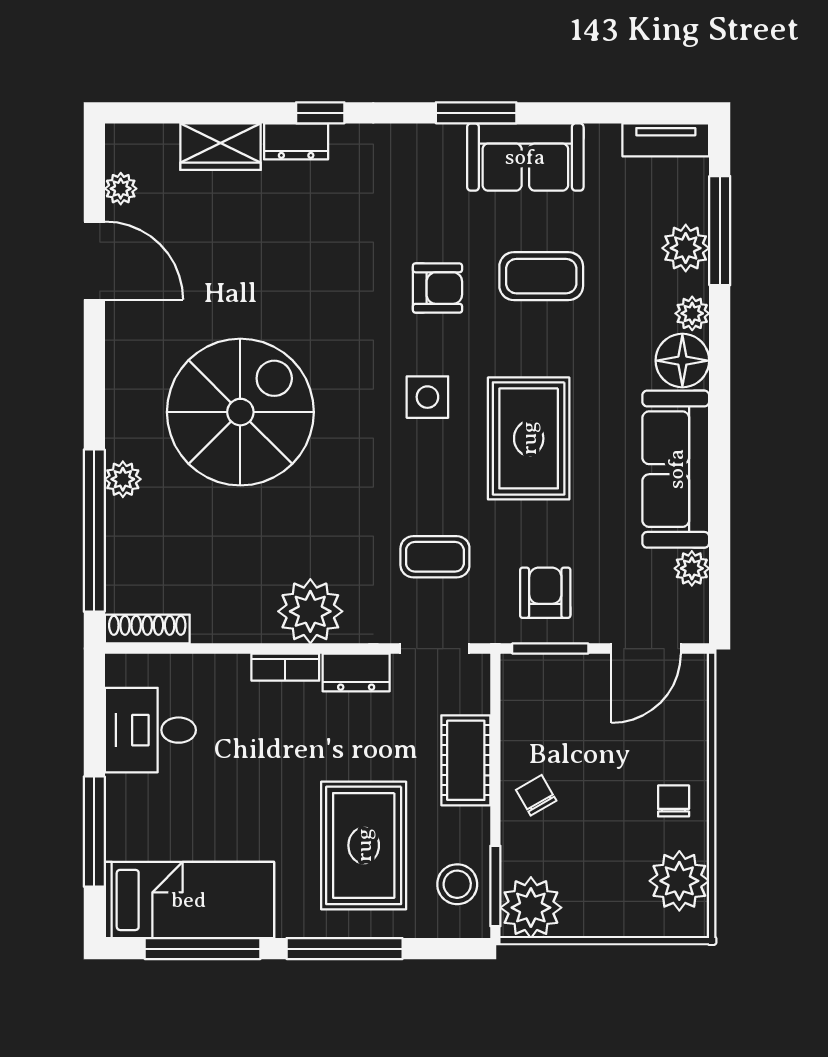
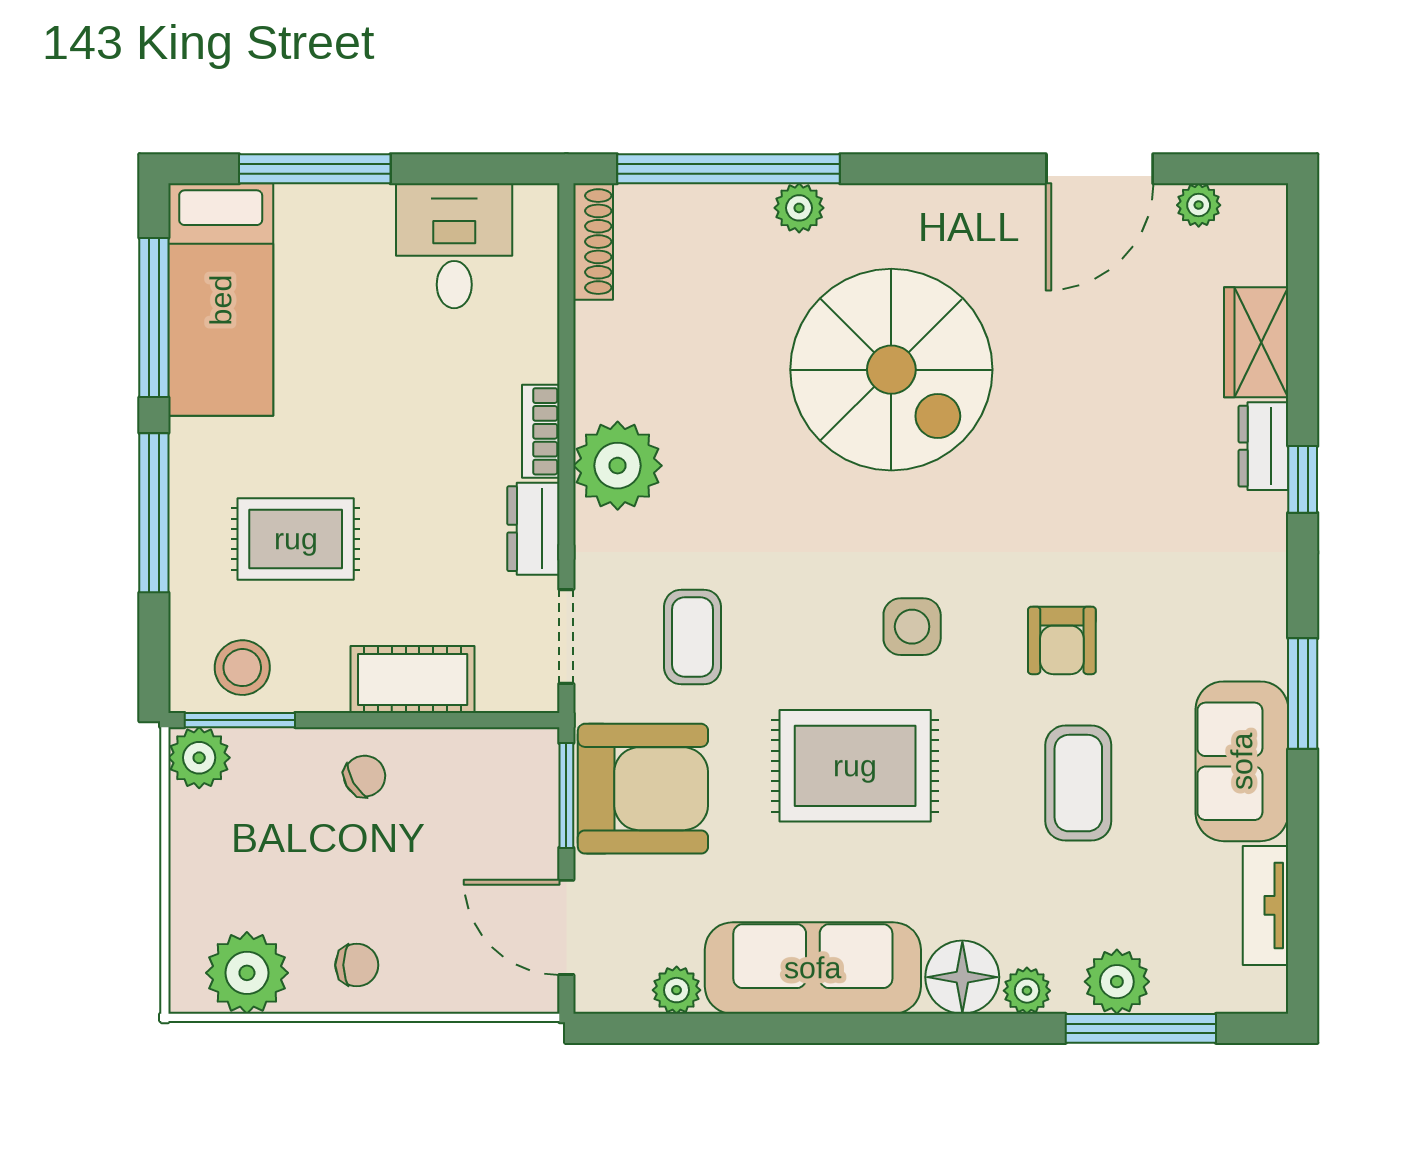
tv unit: (666, 140) -> (1265, 905), moved
armchair: (545, 593) -> (643, 789), width x1.88, depth x1.88
rug: (364, 845) -> (296, 539), width x0.73, depth x0.70
plant: (531, 908) -> (199, 758), width x0.73, depth x0.73

